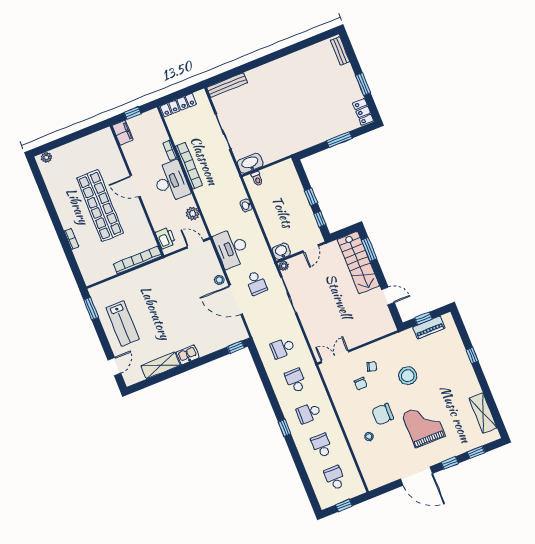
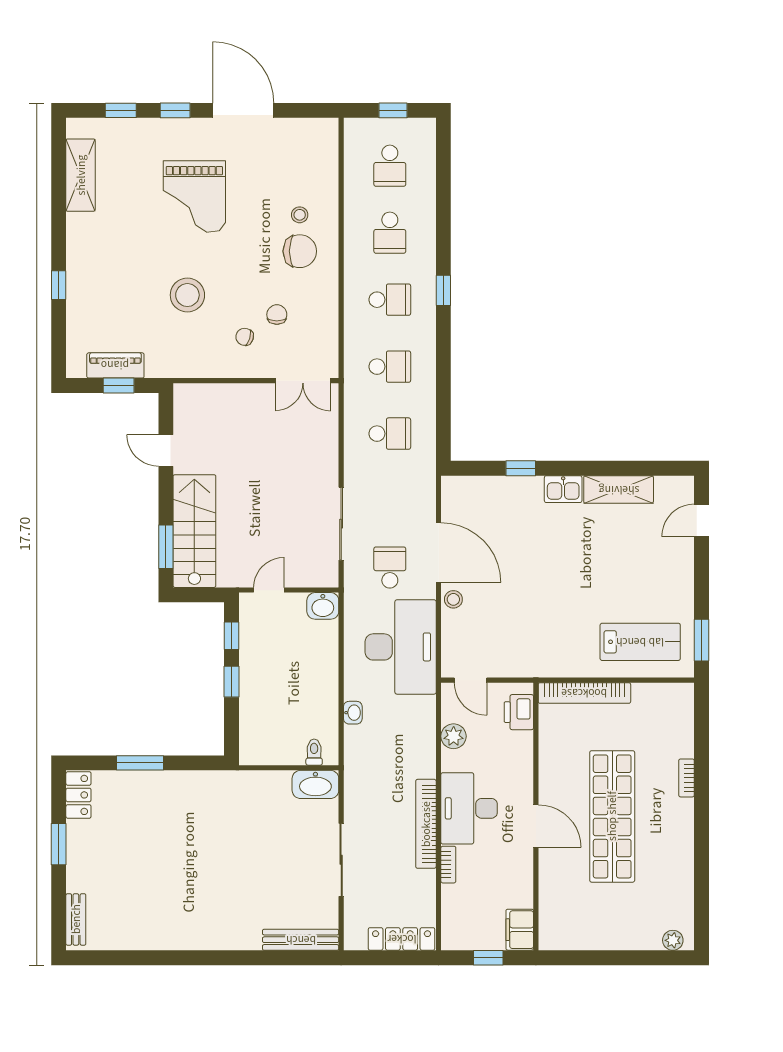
desk: (232, 248) -> (401, 647), width x1.36, depth x1.30
plant: (284, 266) -> (329, 578), removed
lab bench: (123, 323) -> (640, 642), moved, turned 90
window: (236, 347) -> (521, 468), moved
school desk: (296, 380) -> (390, 367), turned -90
chair: (383, 414) -> (300, 251), moved

